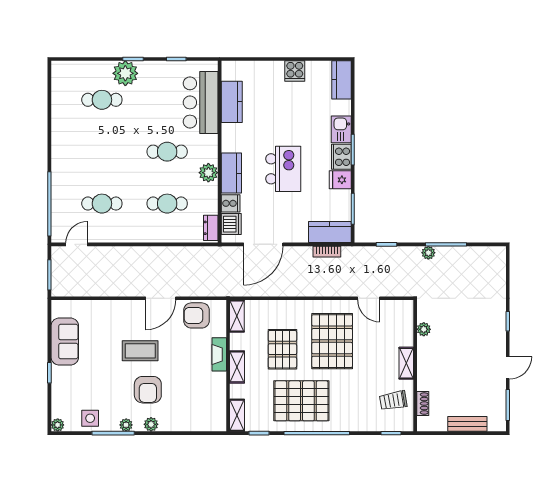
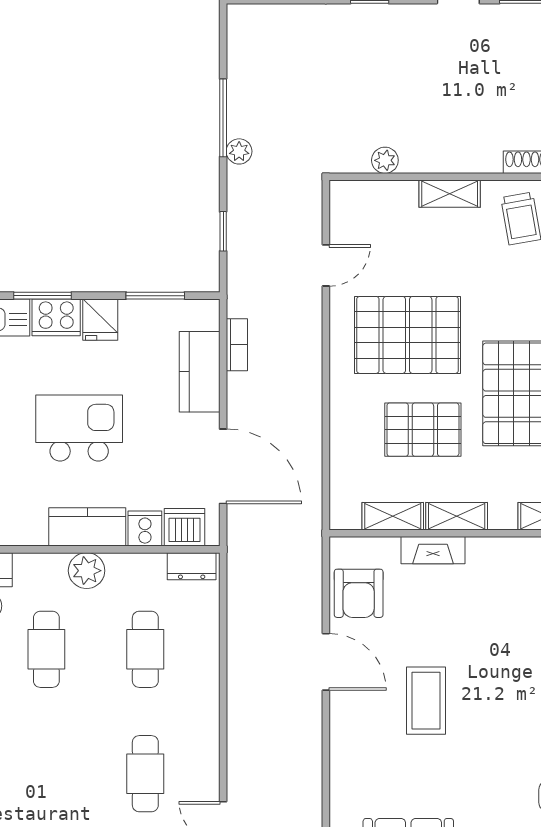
kitchen counter: (330, 232) -> (200, 372), moved
shelving: (237, 316) -> (393, 516), moved
armchair: (148, 390) -> (500, 686), removed

